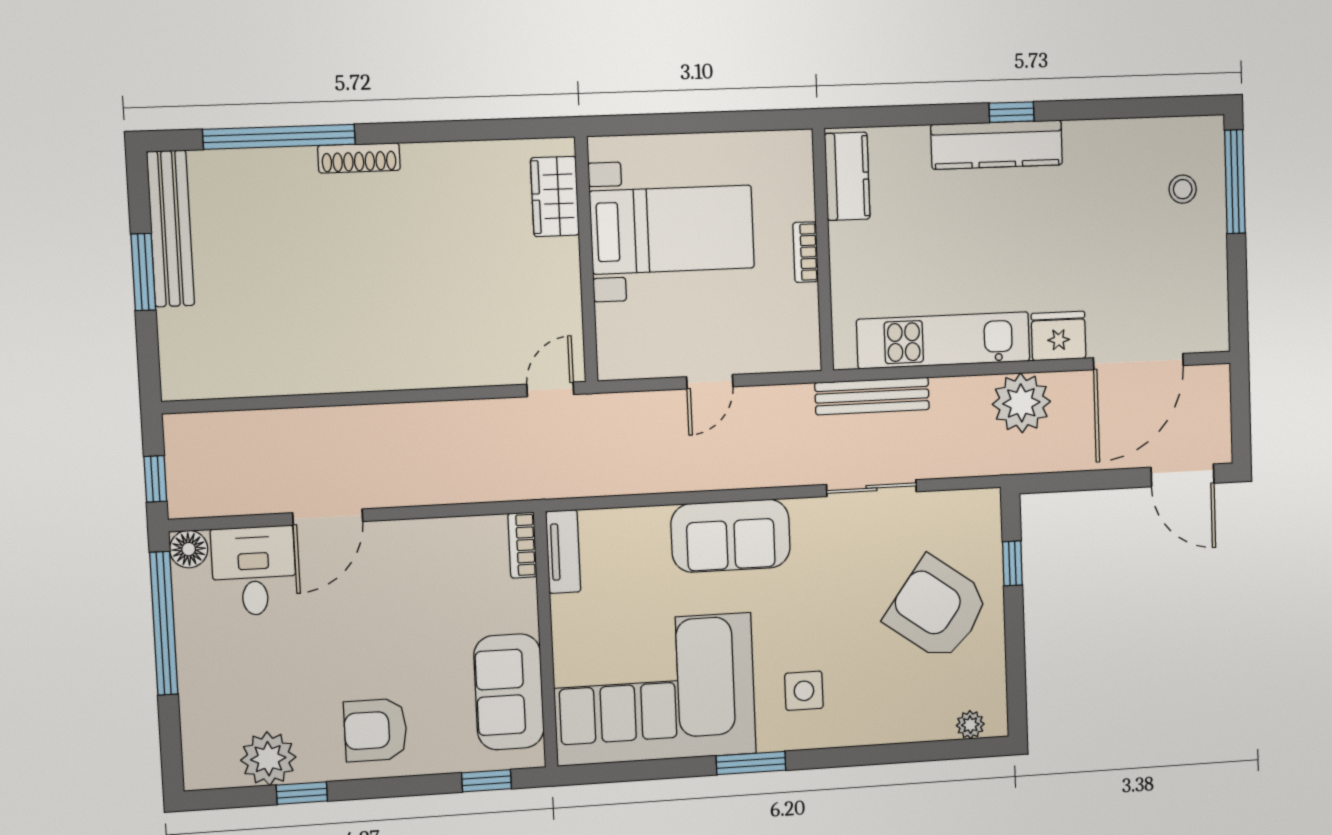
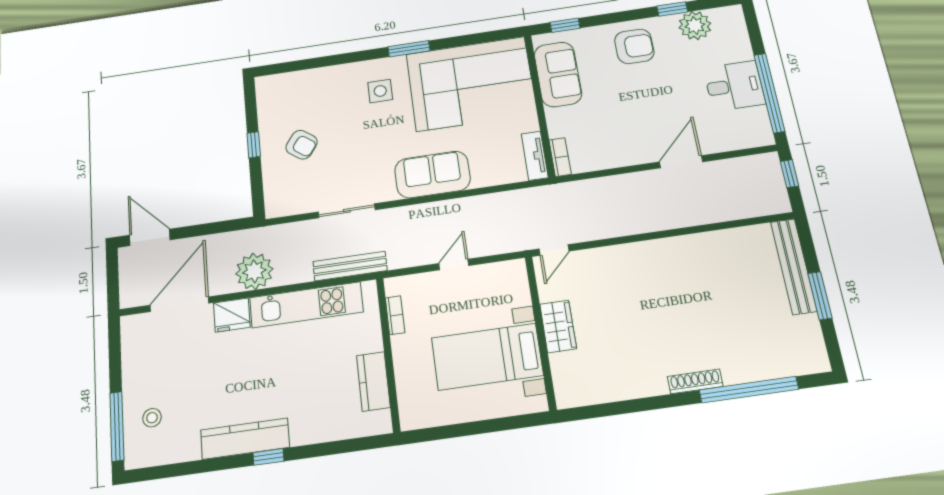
kitchen counter: (997, 145) -> (245, 439), moved
kitchen counter: (847, 176) -> (373, 381), moved
wardrobe: (555, 196) -> (558, 326), moved
bench: (170, 229) -> (794, 266), moved
bookcase: (806, 252) -> (395, 315), moved
floor lamp: (189, 549) -> (762, 136), removed
window: (1012, 563) -> (254, 145), moved
desk: (254, 571) -> (734, 86), moved, turned -90
armchair: (937, 609) -> (302, 145), width x0.53, depth x0.53
plant: (970, 725) -> (278, 82), removed

